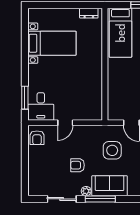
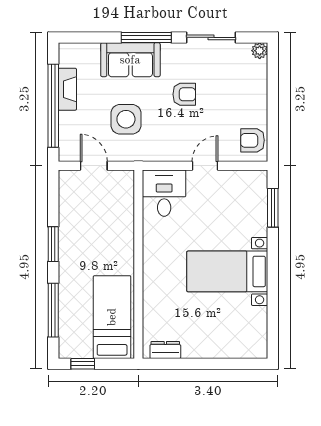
bed with nightstands: (52, 43) -> (227, 271), moved
desk: (41, 106) -> (164, 193), moved
armchair: (37, 138) -> (252, 140), turned -90
plant: (86, 191) -> (260, 51), moved

